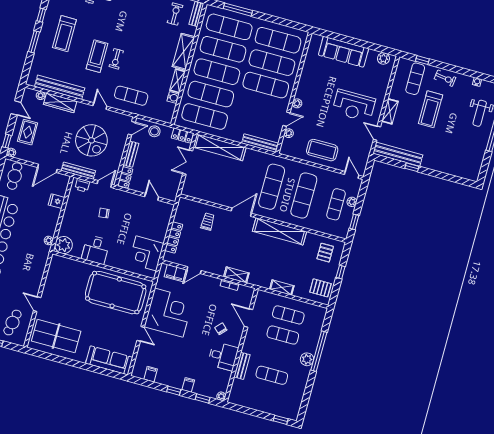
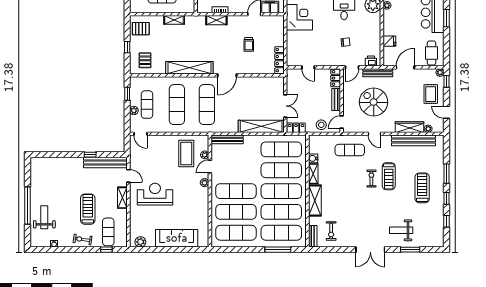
coffee table: (322, 150) -> (186, 153), moved, turned 90
trolley: (208, 222) -> (249, 44), moved
locker: (174, 237) -> (279, 60), moved

